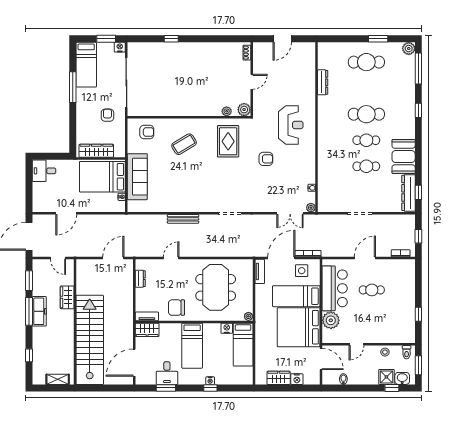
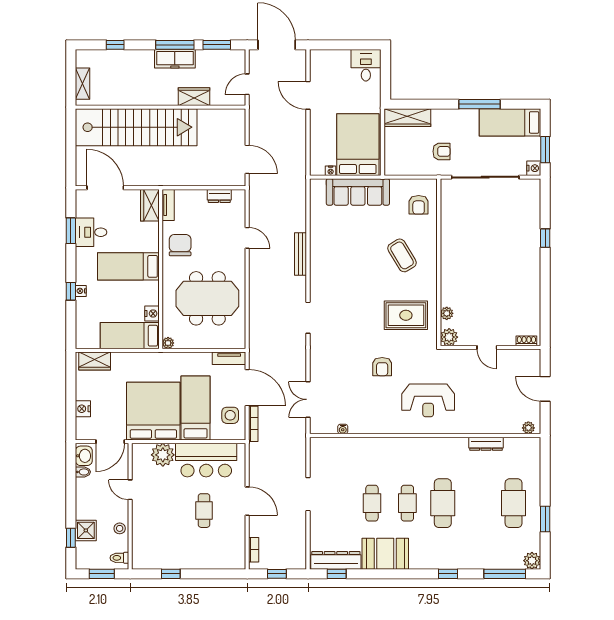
wardrobe: (96, 151) -> (407, 118), moved, turned 90
plant: (311, 208) -> (528, 428), moved
wardrobe: (279, 378) -> (95, 361), moved, turned 90
washbasin: (402, 378) -> (84, 456), moved

